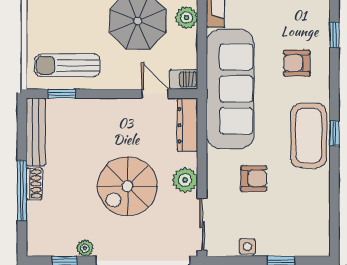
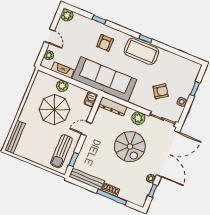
door: (155, 94) -> (86, 129), moved
armchair: (254, 178) -> (161, 91), moved, turned 55

